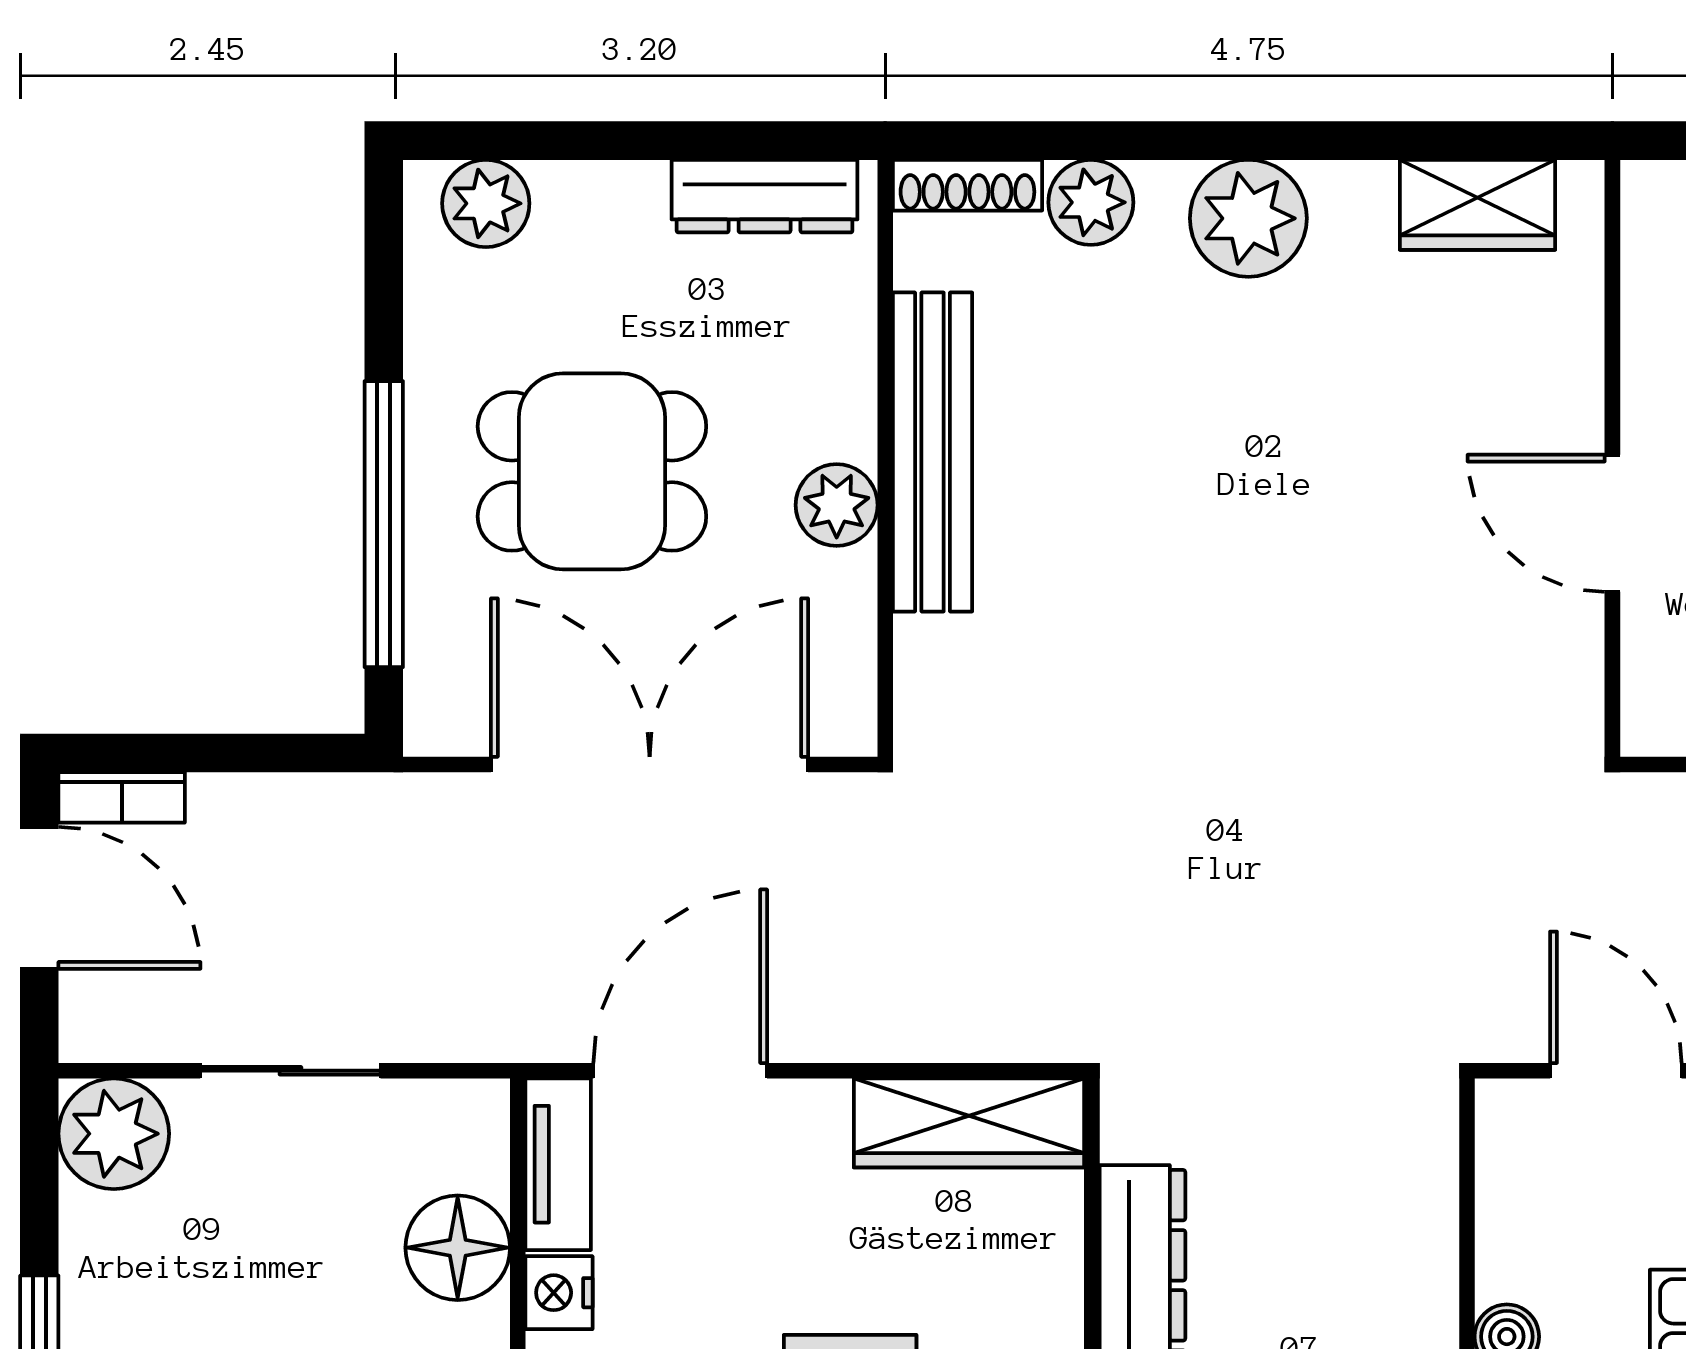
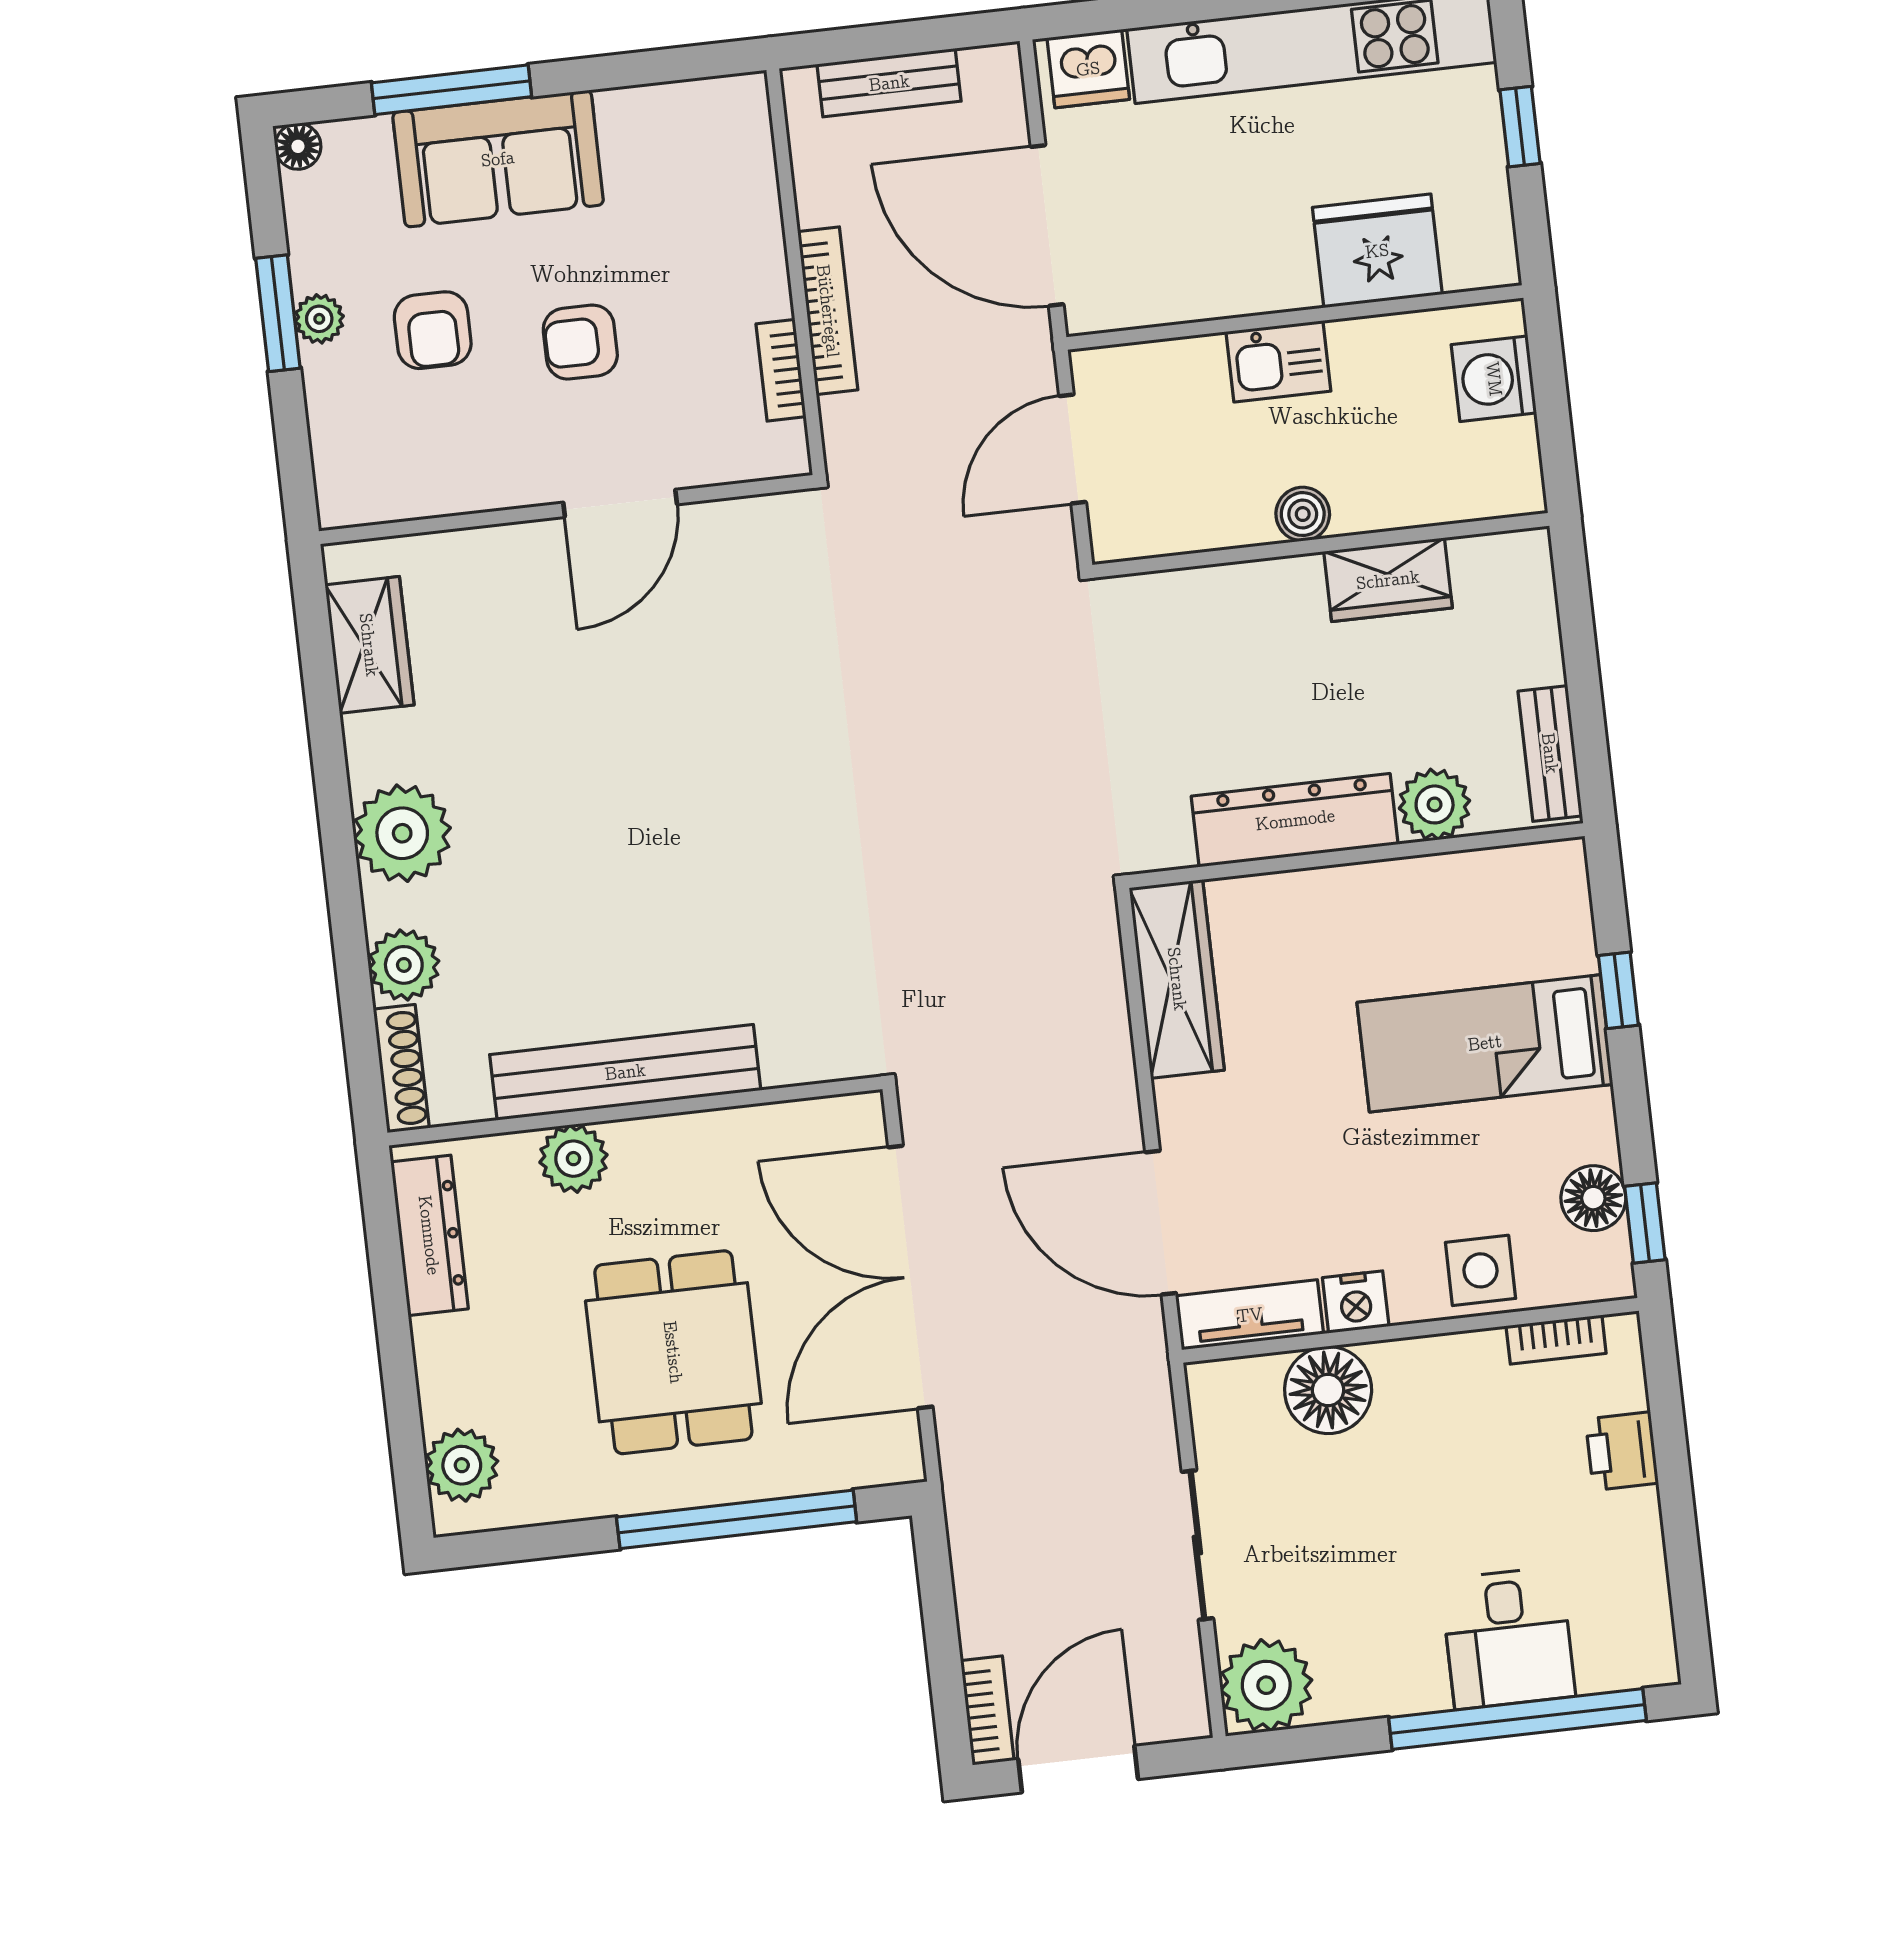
plant: (837, 505) -> (573, 1159), moved

